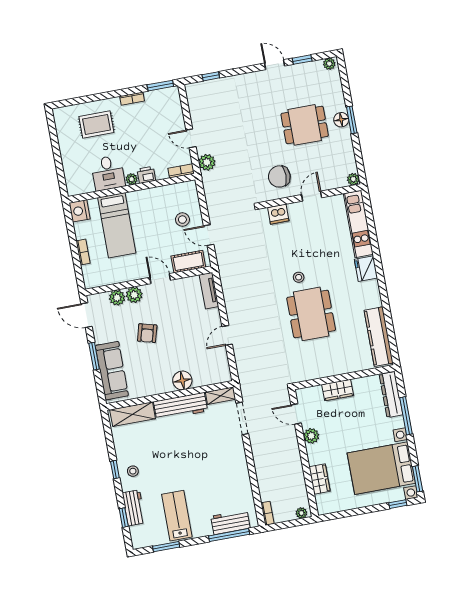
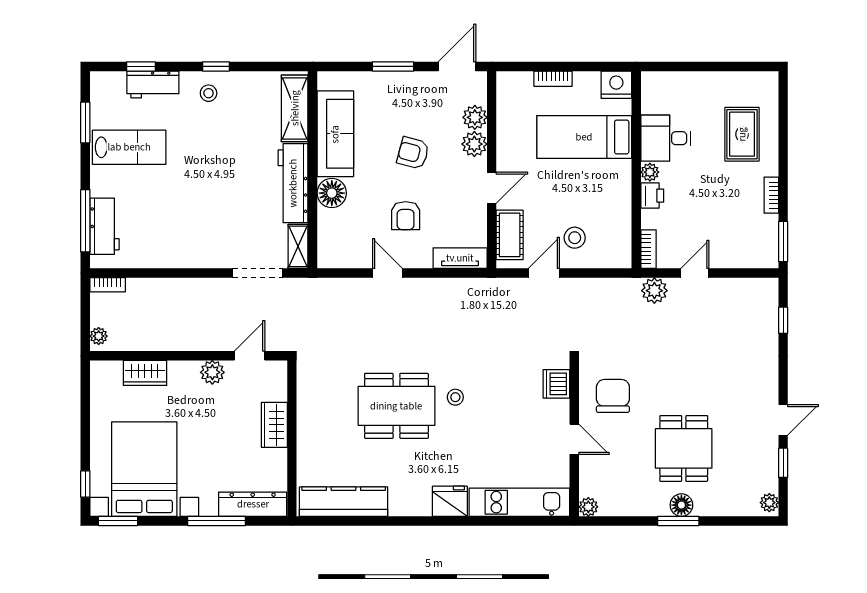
armchair: (188, 330) -> (406, 216), added
sofa: (112, 371) -> (335, 134), moved, turned -90

